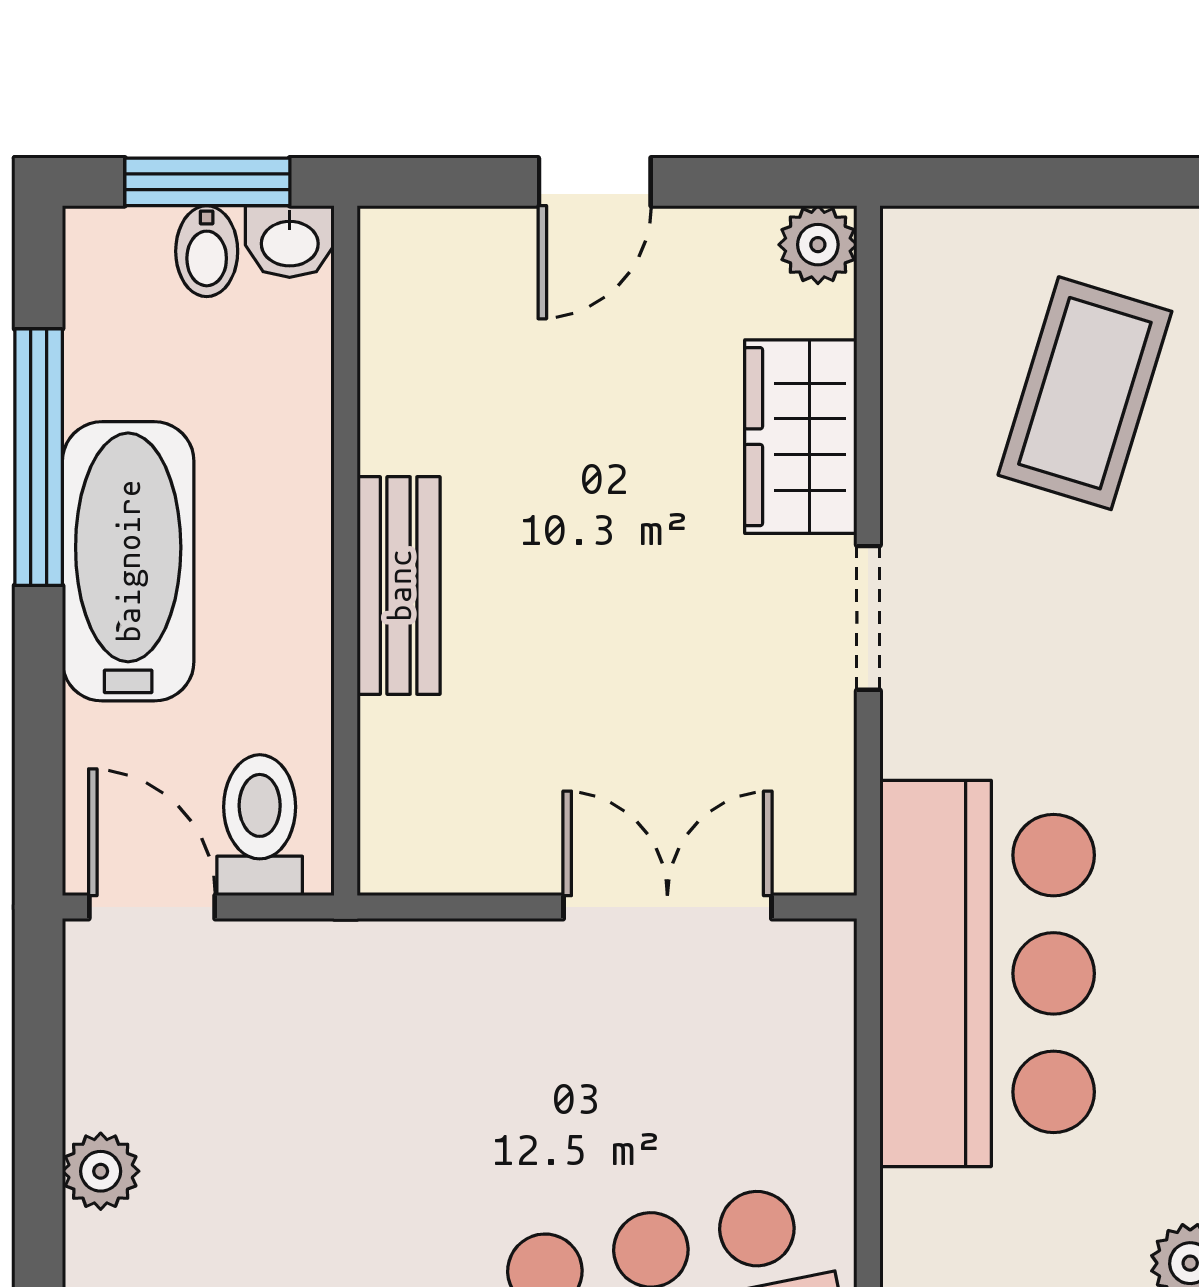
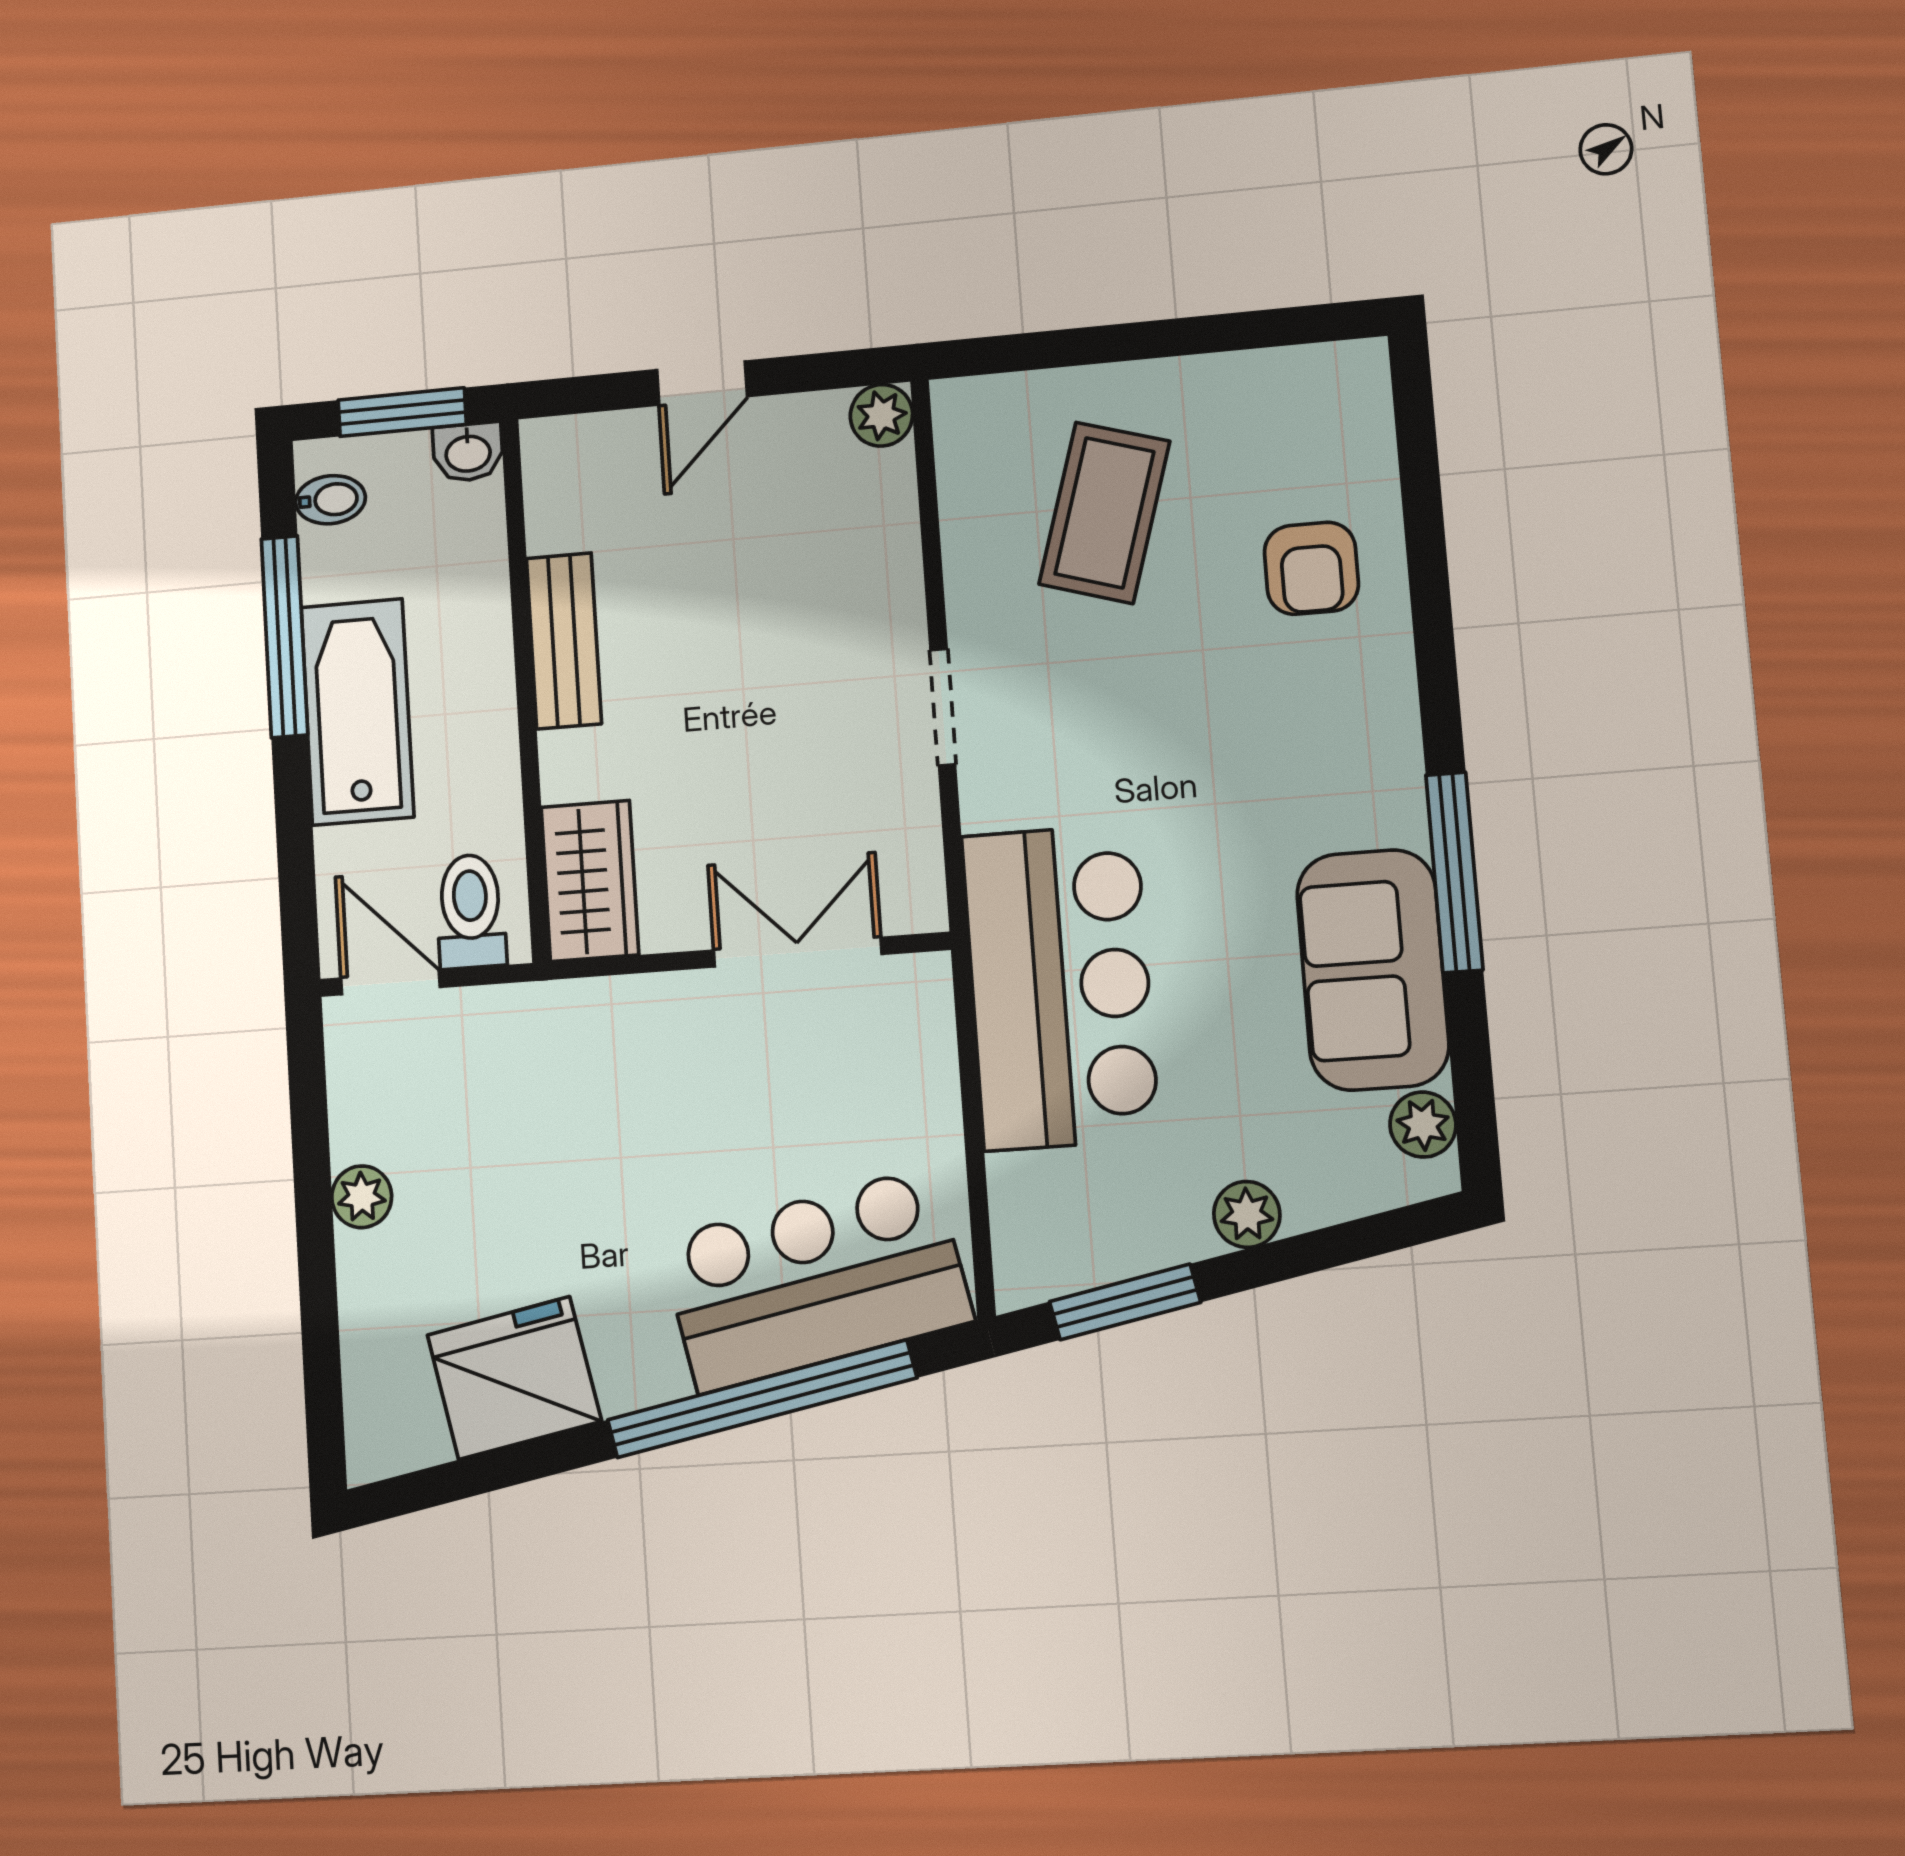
bidet: (207, 251) -> (330, 500), moved, turned -90
wardrobe: (801, 437) -> (590, 881), moved, turned 180
bench: (399, 585) -> (564, 641), moved

